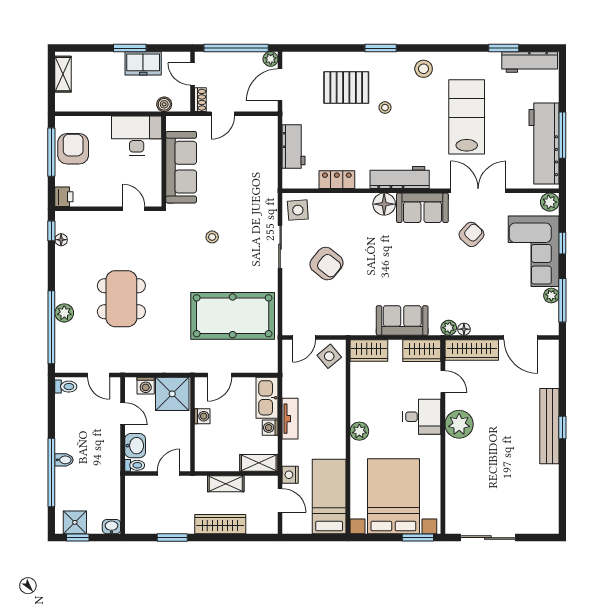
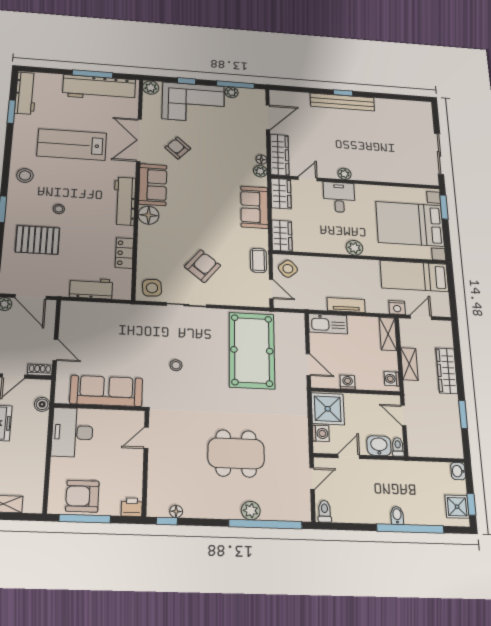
pallet: (346, 88) -> (38, 240), turned 90
coffee table: (337, 324) -> (258, 260), added
plant: (459, 424) -> (344, 174), width x0.53, depth x0.53
washing machine: (270, 428) -> (392, 379), moved, turned 90

